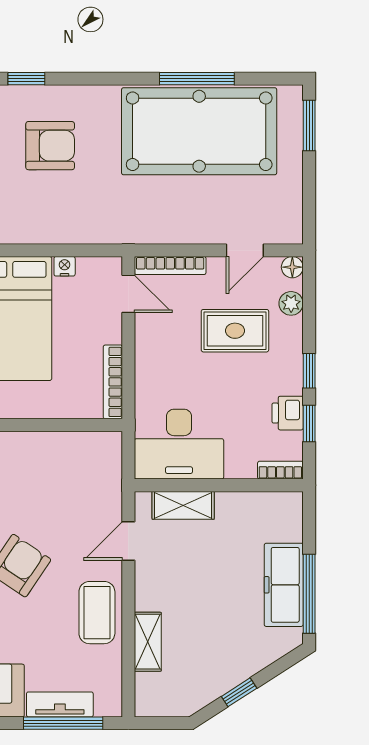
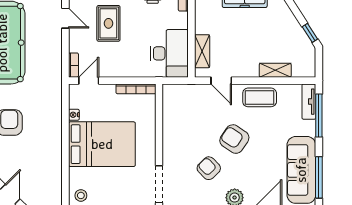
bookcase: (170, 266) -> (74, 65), width x0.64
window: (239, 692) -> (310, 33), moved
tv unit: (60, 704) -> (309, 102), moved

